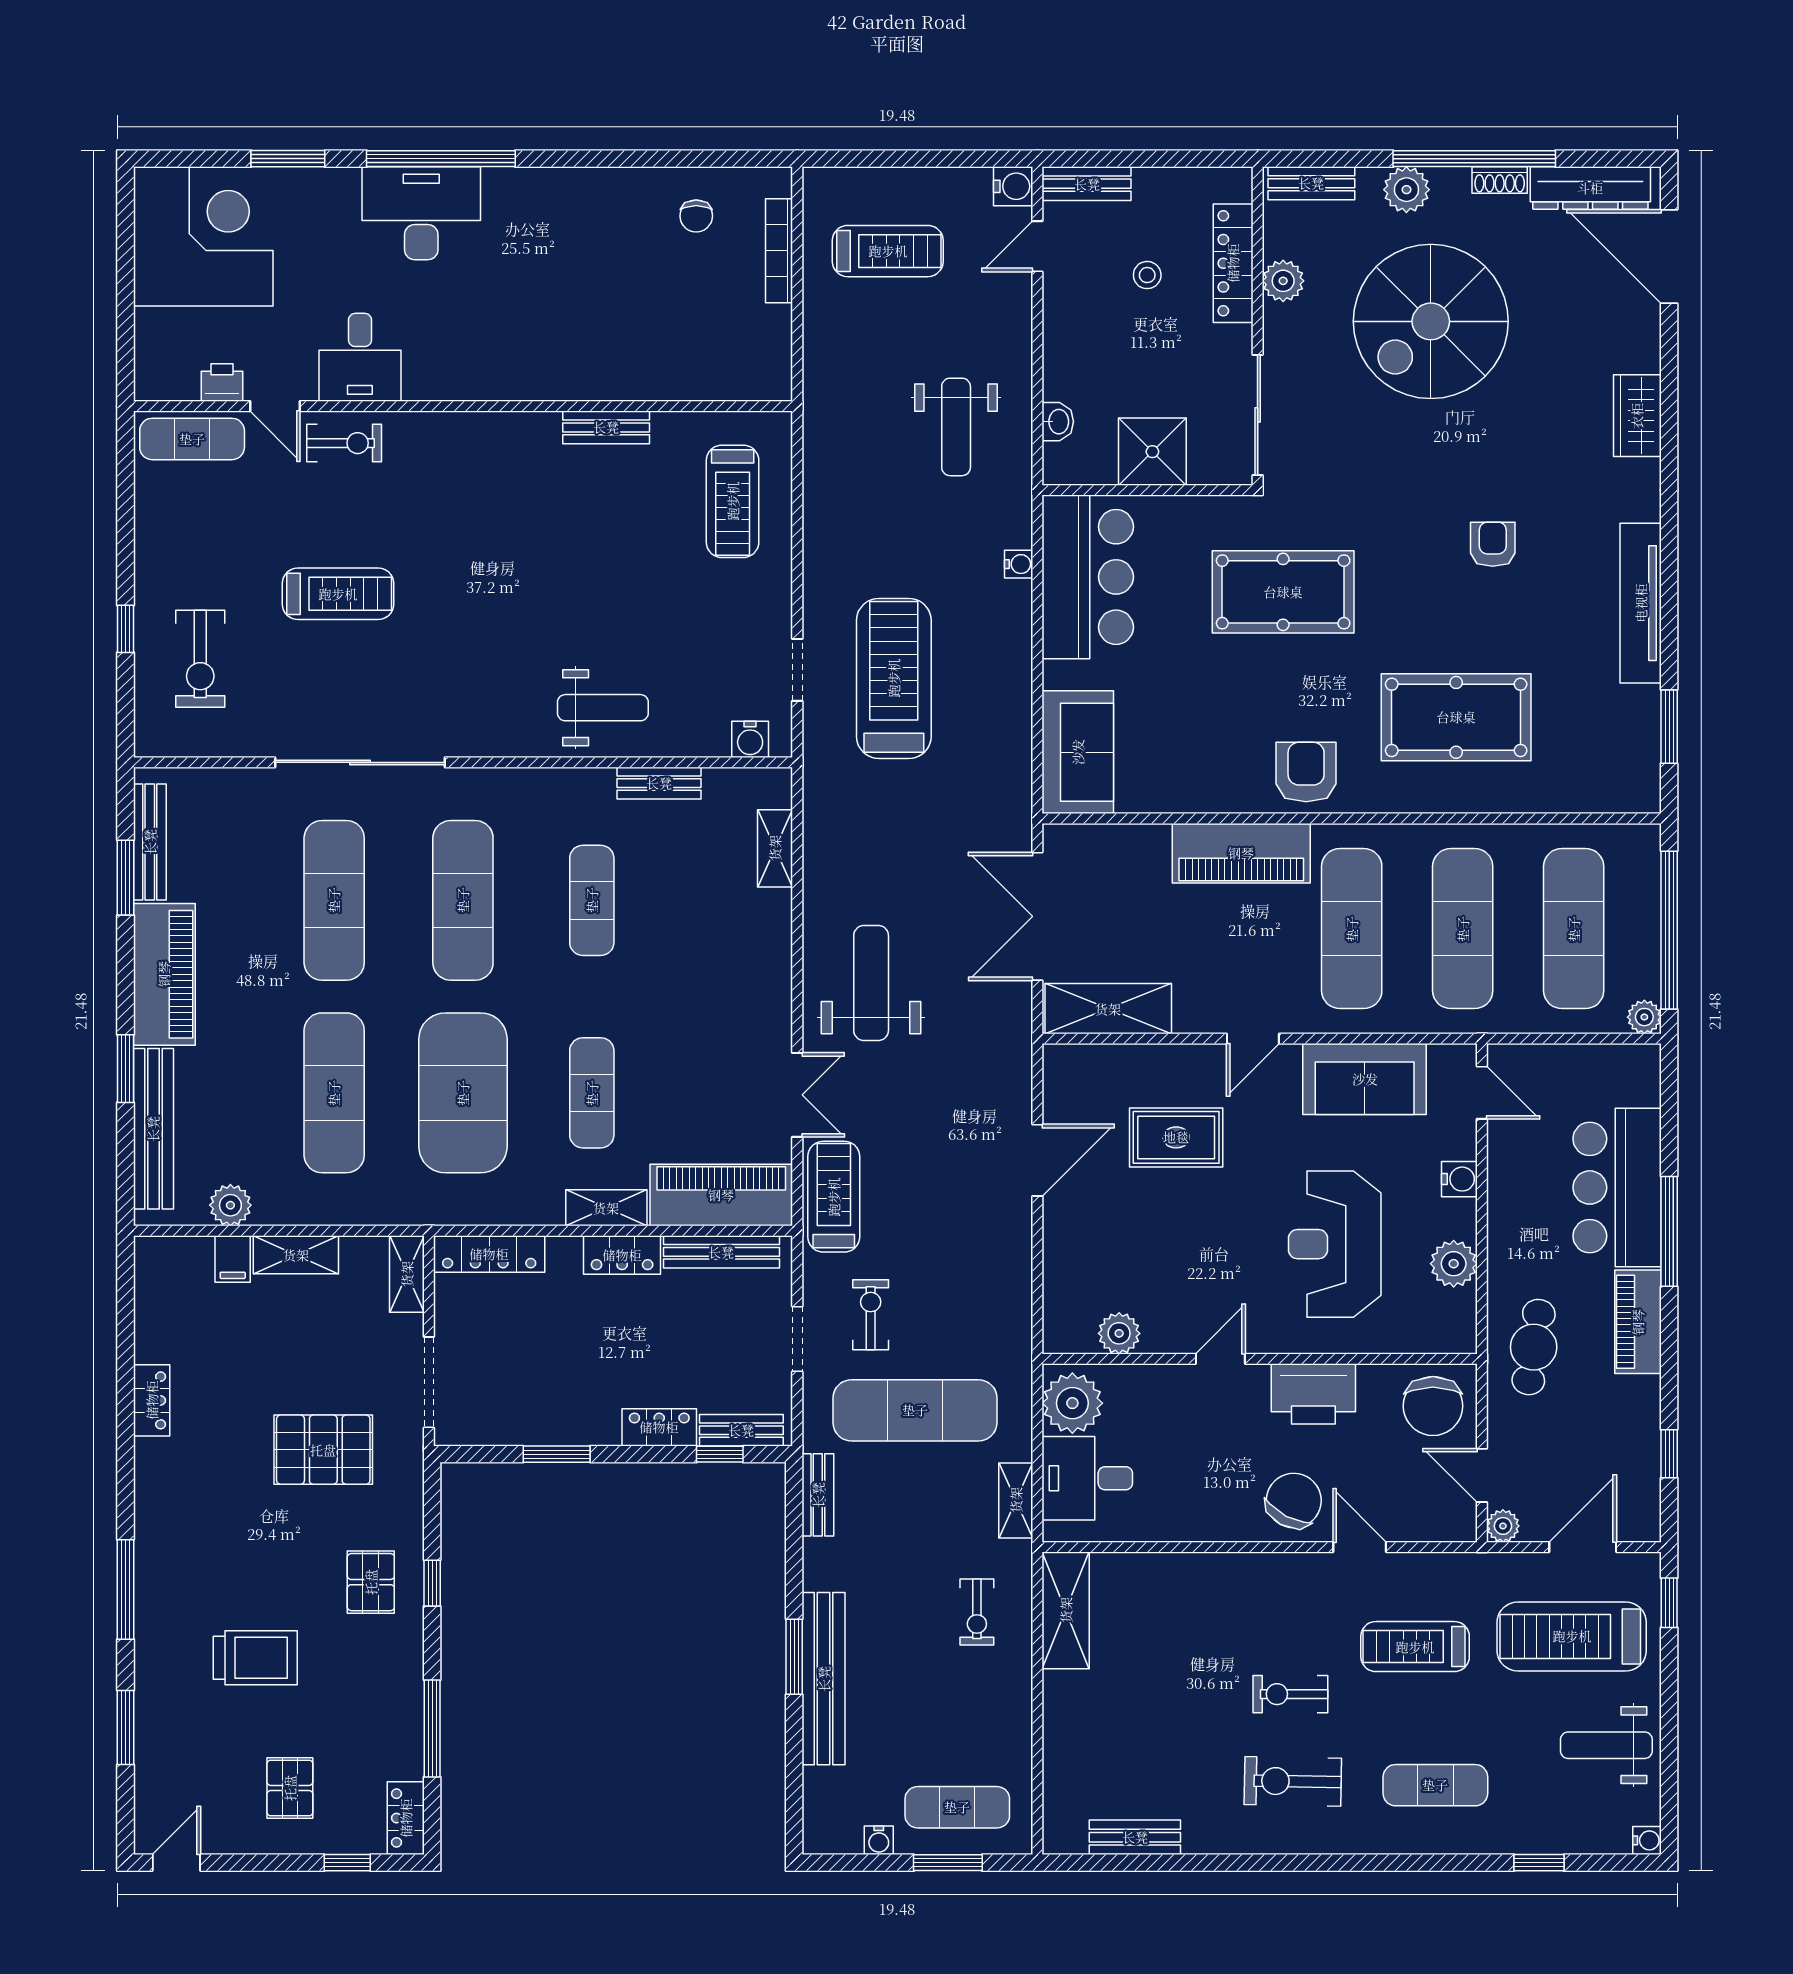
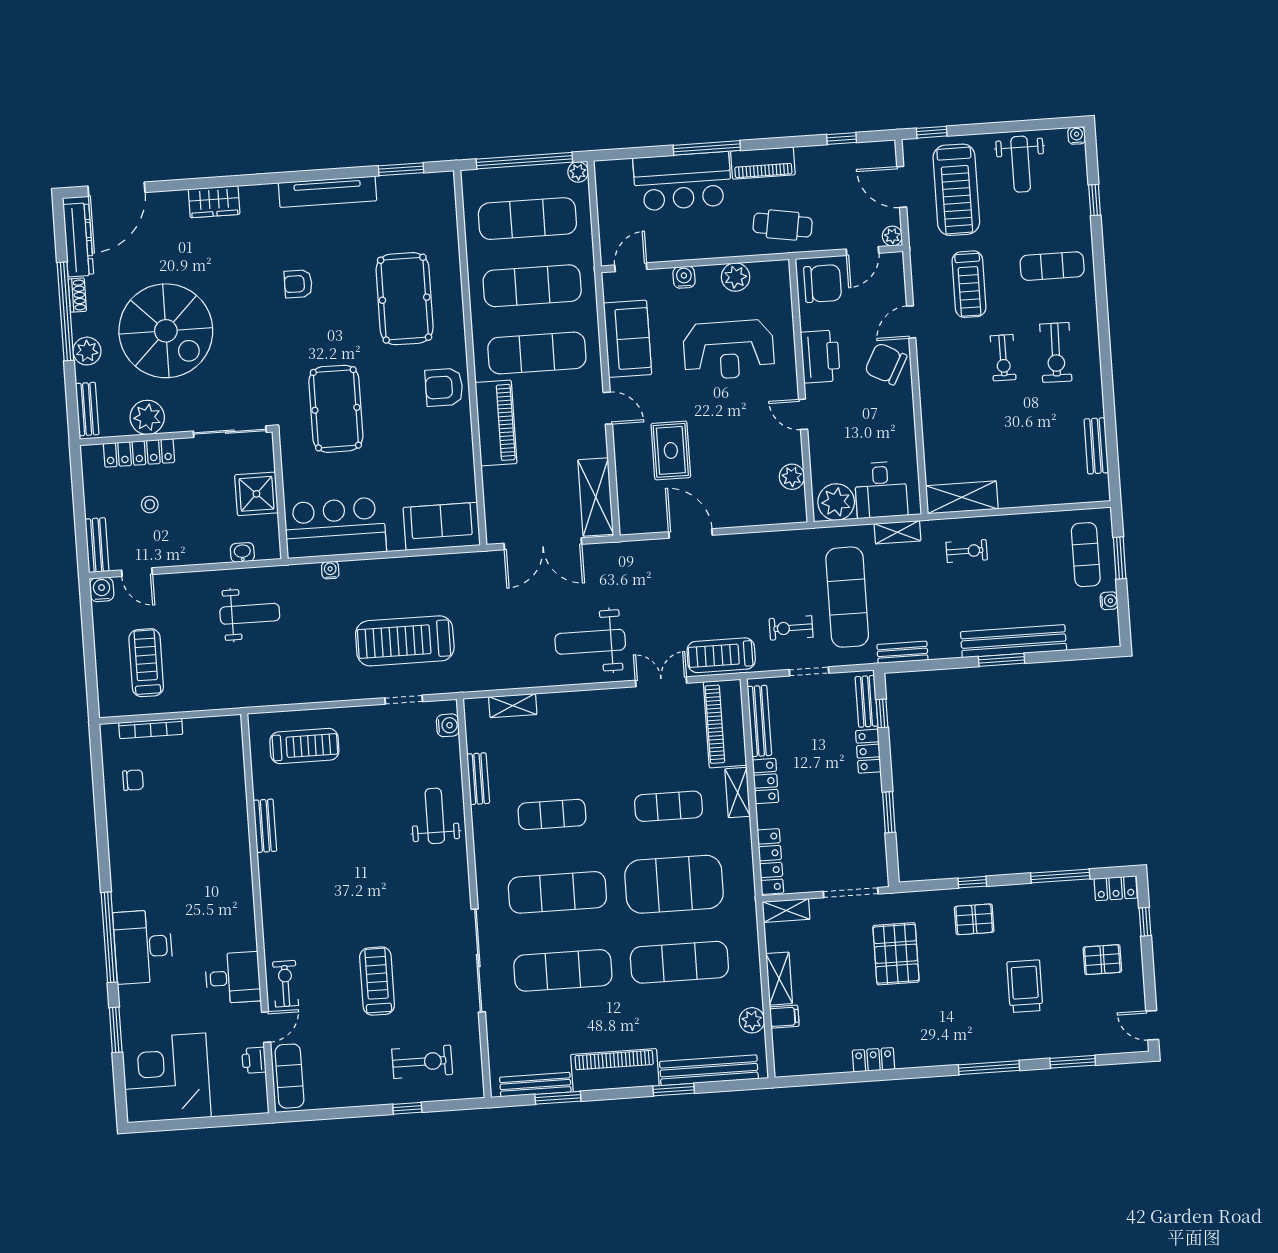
plant: (1283, 281) -> (147, 417), width x1.36, depth x1.36
exercise mat: (1435, 1785) -> (1052, 266), turned 90

